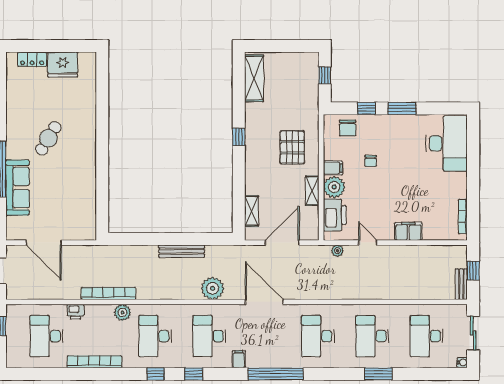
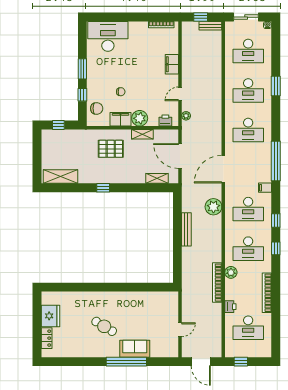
filing cabinet: (333, 168) -> (121, 119), width x2.00
sofa: (18, 188) -> (135, 349), width x0.73
printer: (335, 215) -> (165, 121), width x0.53, depth x0.68
door: (44, 243) -> (180, 330), width x0.53

